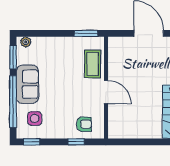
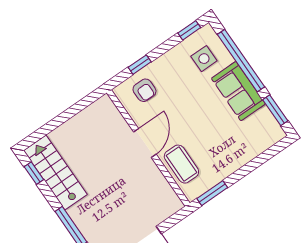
plant: (26, 42) -> (273, 137), removed
door: (106, 92) -> (145, 143), swing flipped
armchair: (84, 124) -> (144, 90), turned -90

